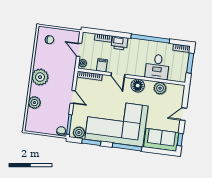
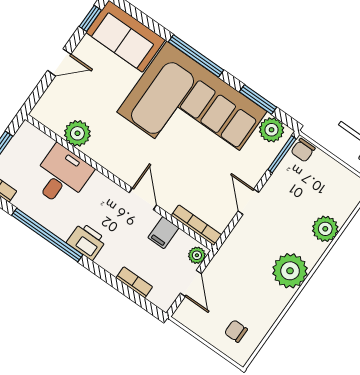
printer: (119, 43) -> (87, 241), moved
floor lamp: (138, 86) -> (116, 160), removed

